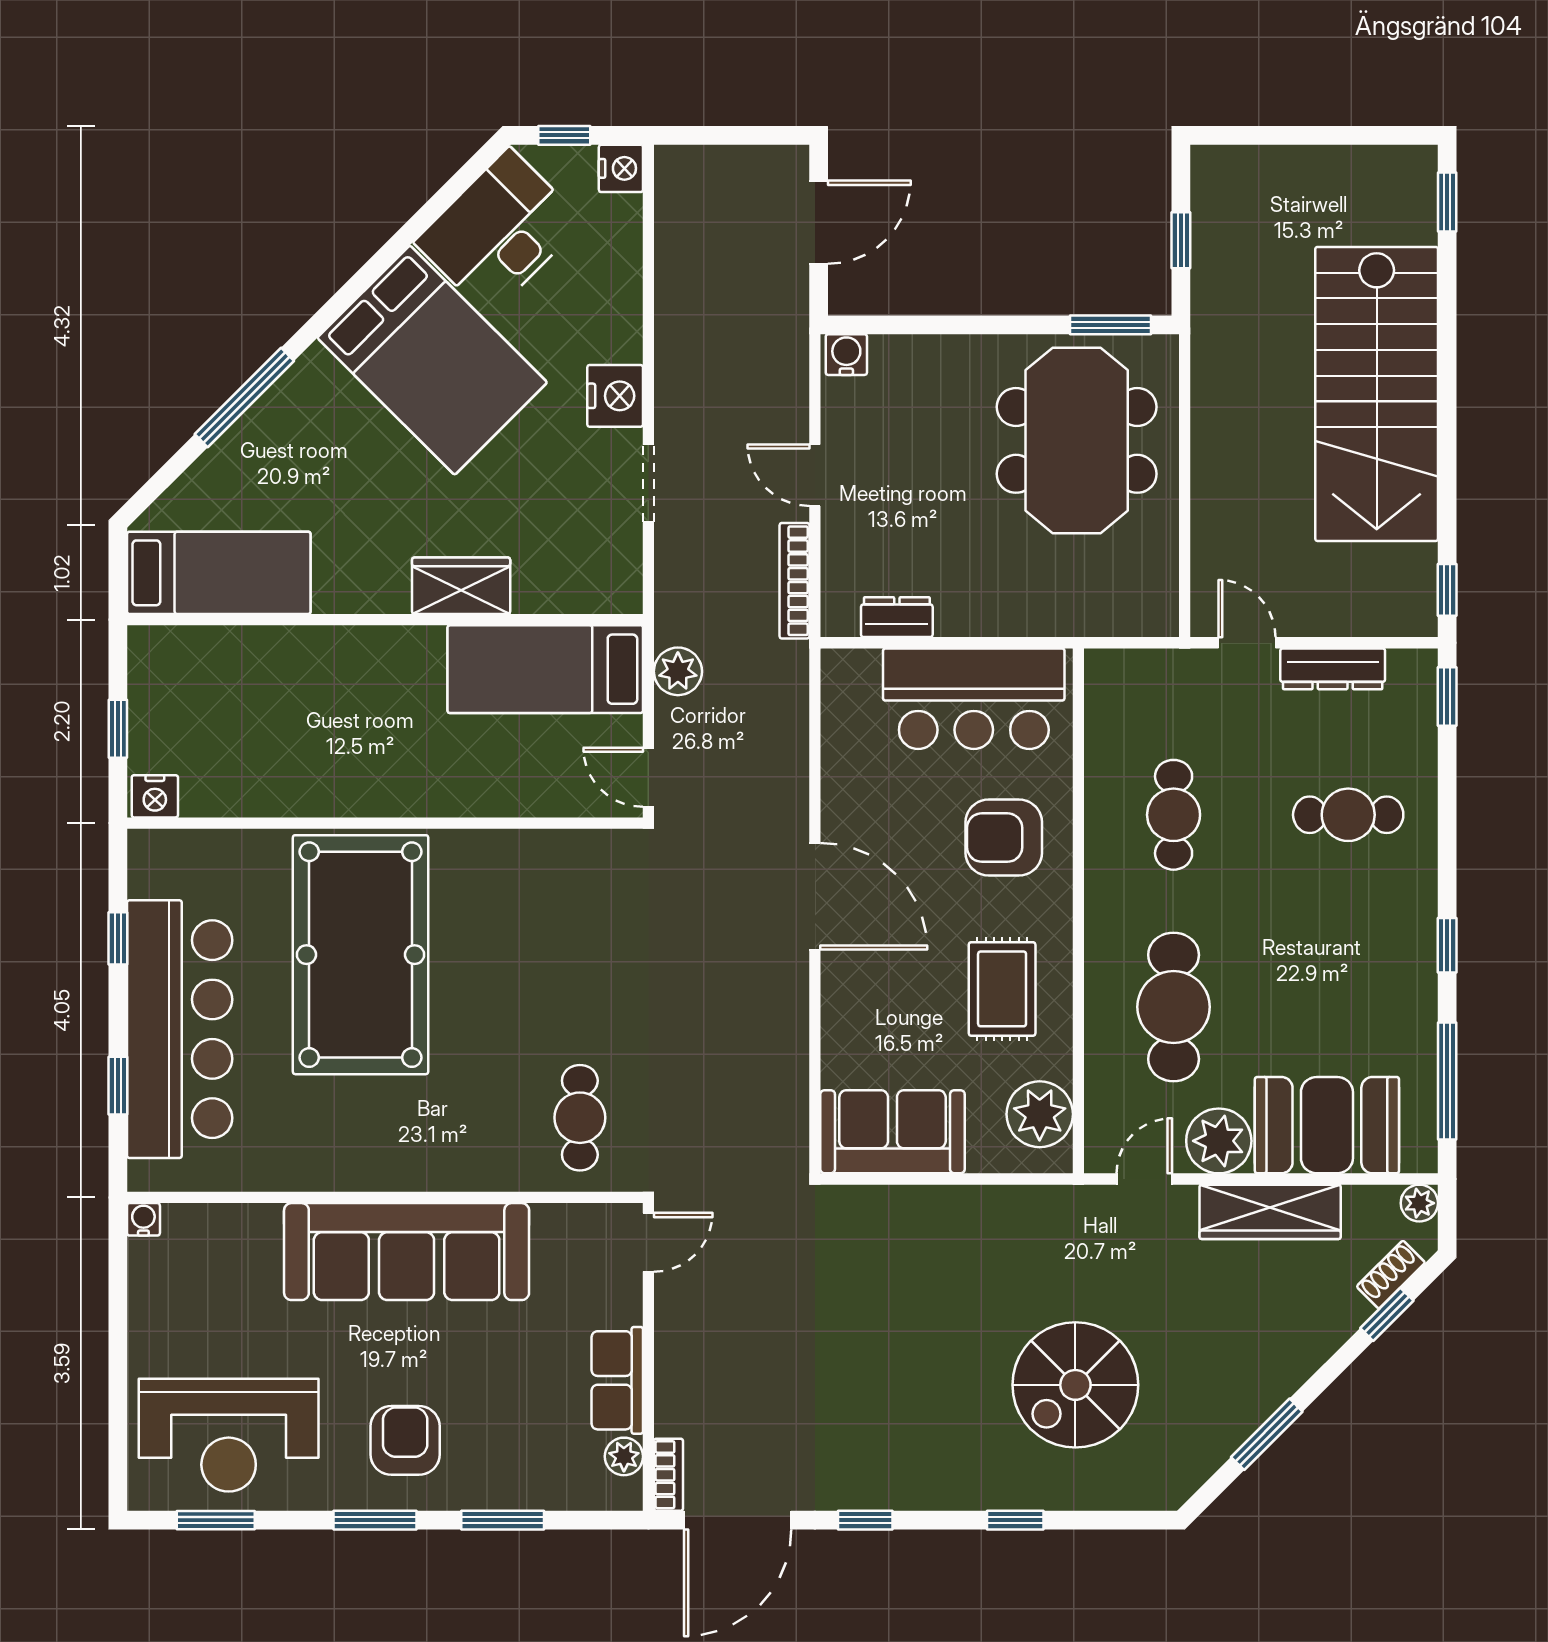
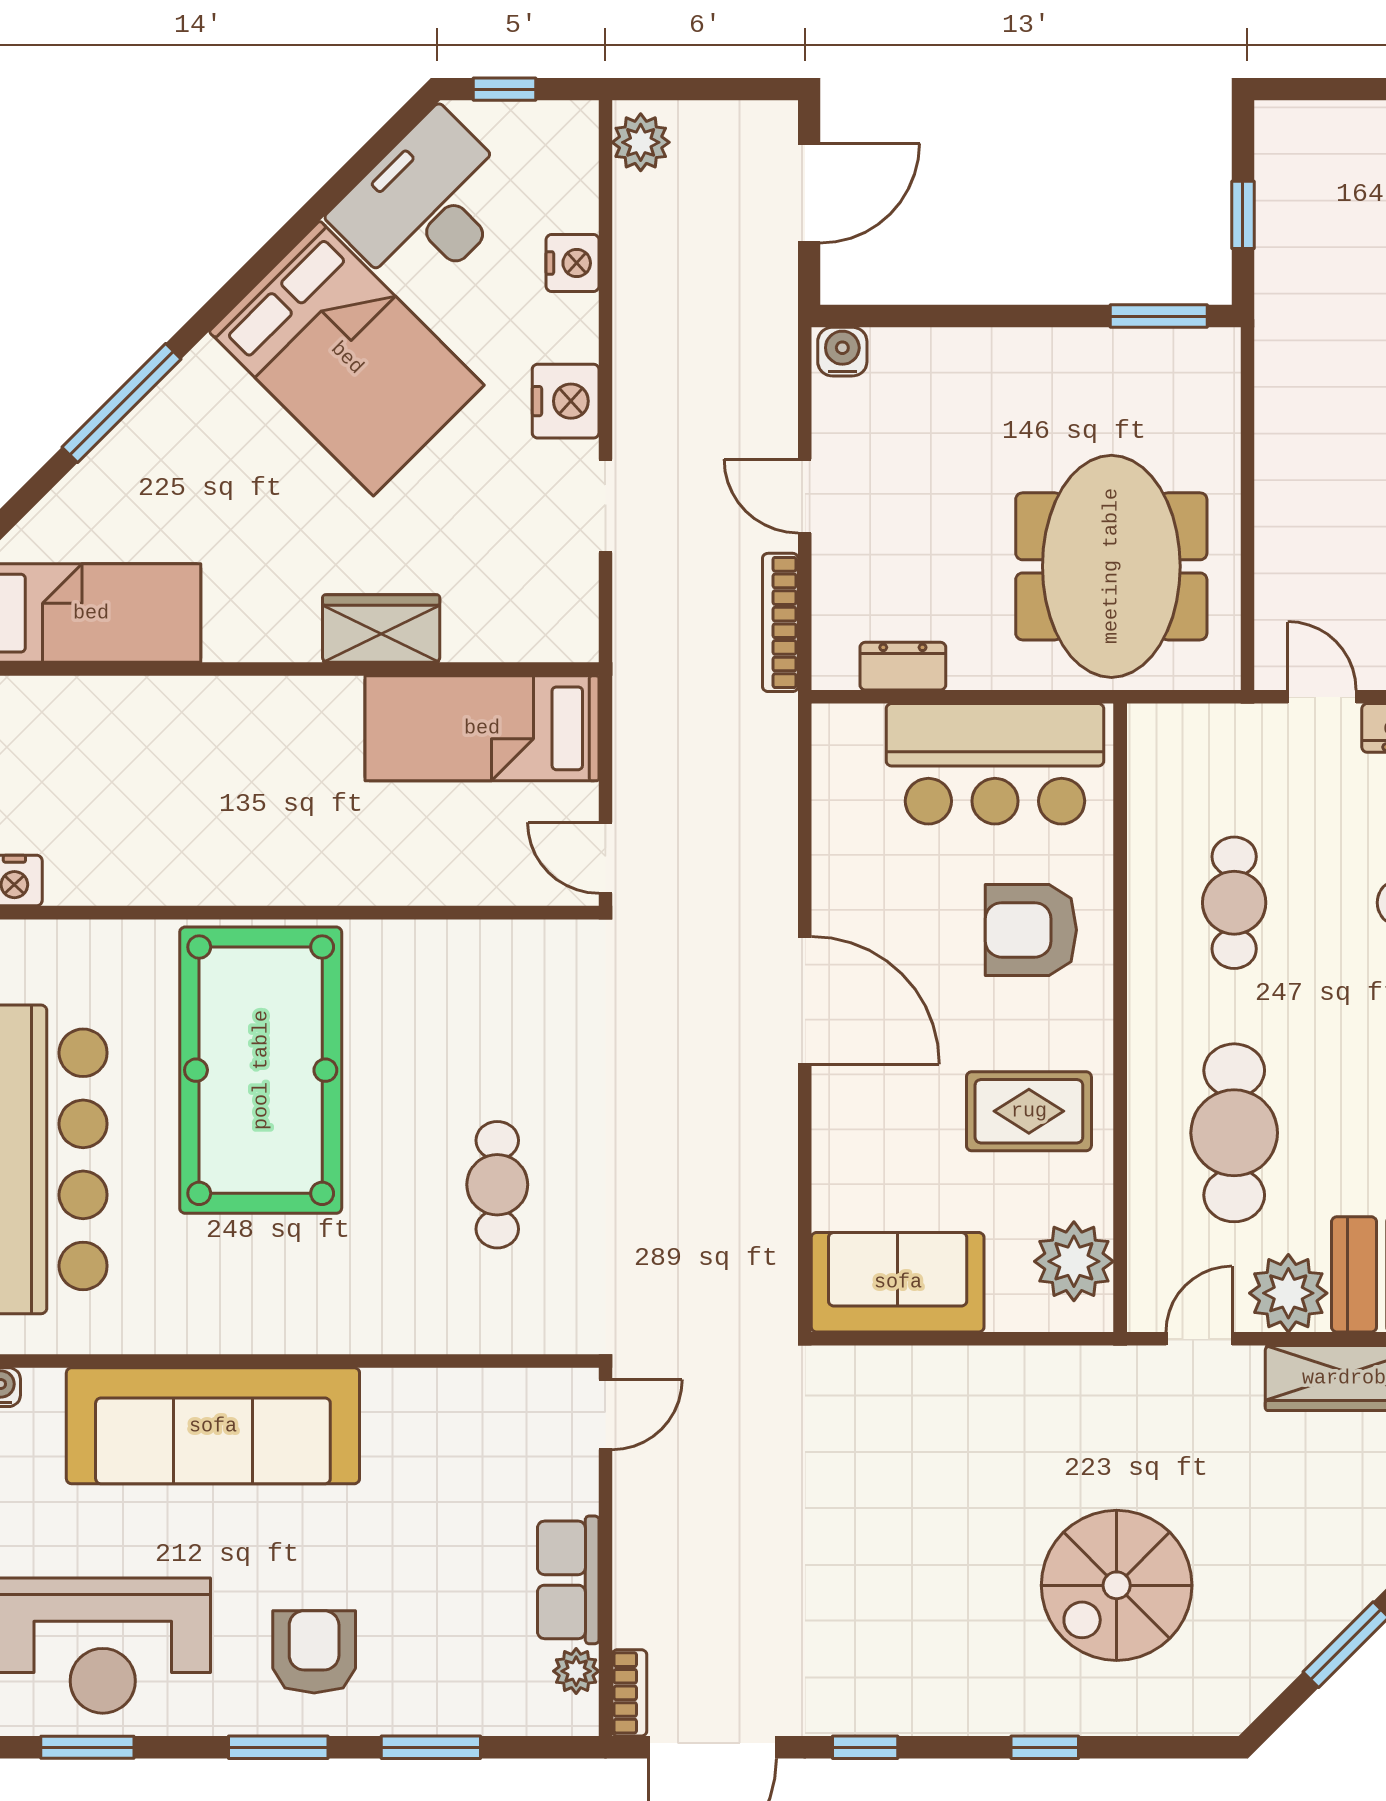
nightstand: (621, 168) -> (572, 263), moved
meeting table: (1077, 440) -> (1111, 566), moved
plant: (678, 671) -> (641, 142), moved
rug: (1002, 989) -> (1029, 1111), turned 90
cafe table: (580, 1118) -> (497, 1185), moved
sofa: (407, 1252) -> (213, 1426), moved

